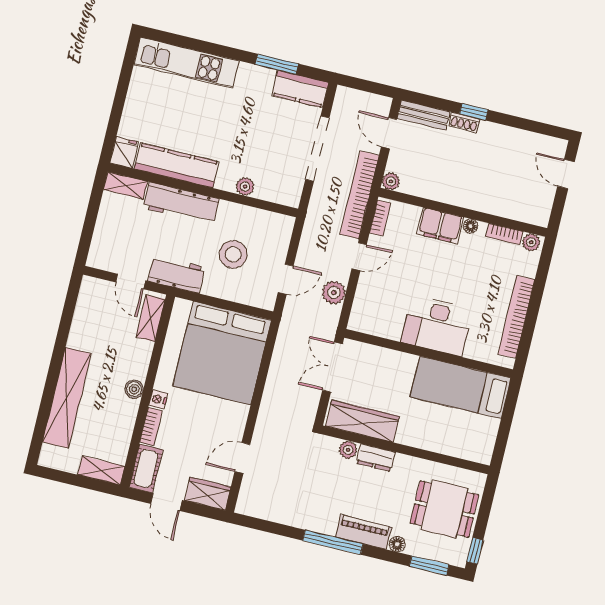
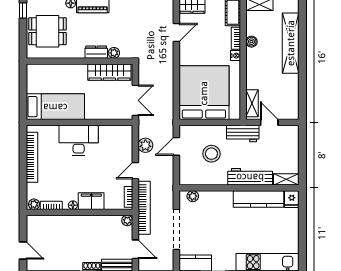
plant: (245, 187) -> (193, 196), moved
boiler: (134, 389) -> (251, 42), moved

